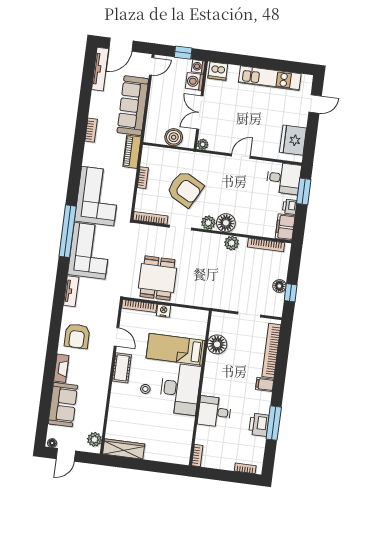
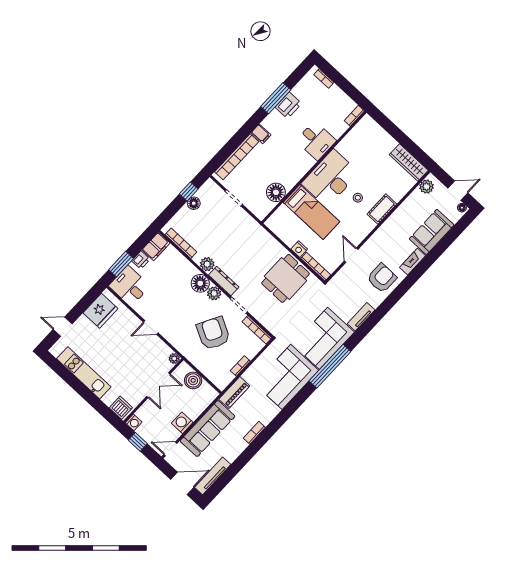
washing machine: (194, 81) -> (182, 423), moved, turned 180
dresser: (208, 239) -> (224, 281), added
cot: (122, 368) -> (382, 209), moved

